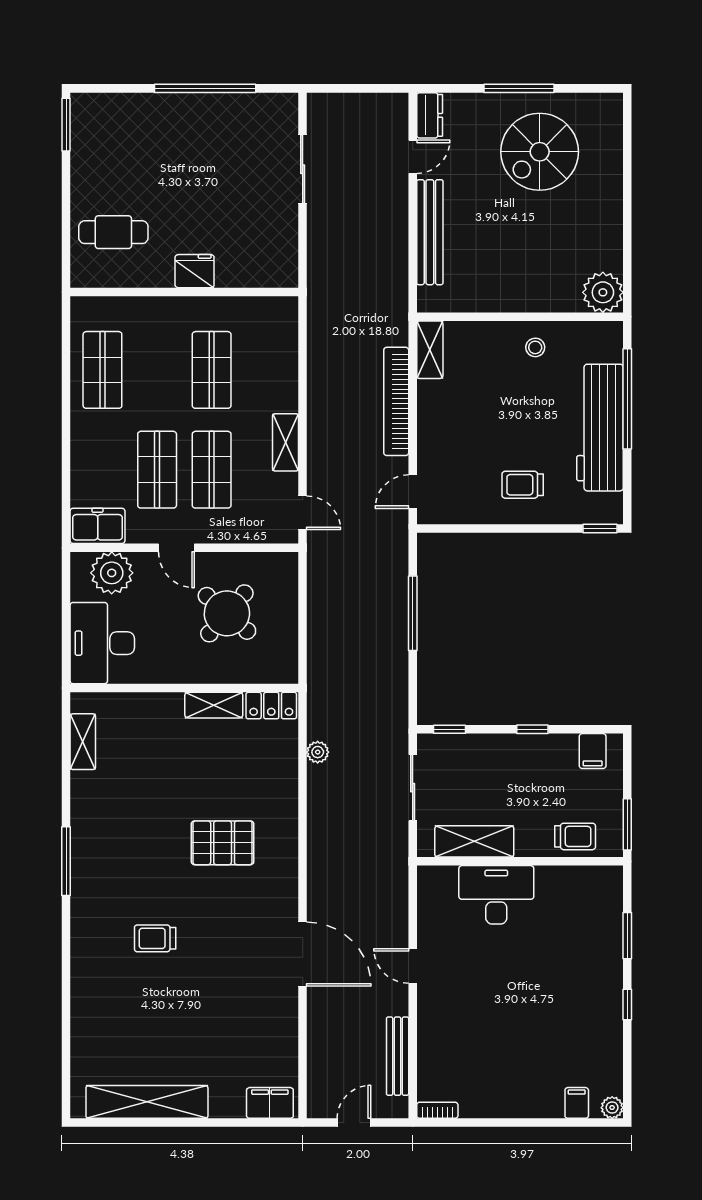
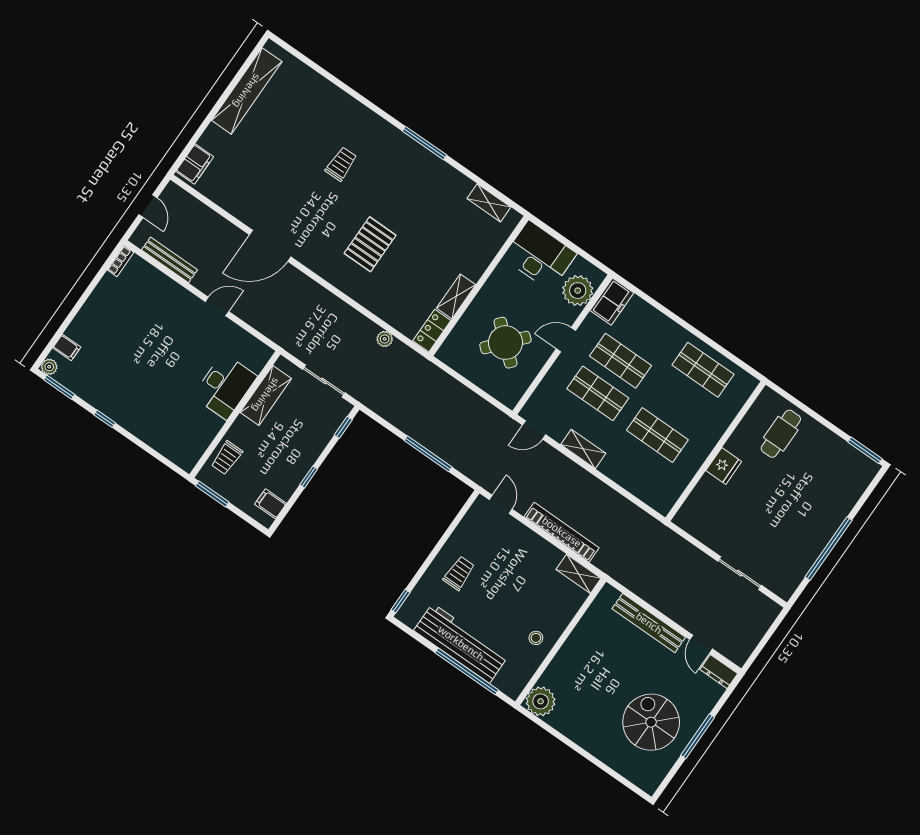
window: (627, 936) -> (59, 387), moved

